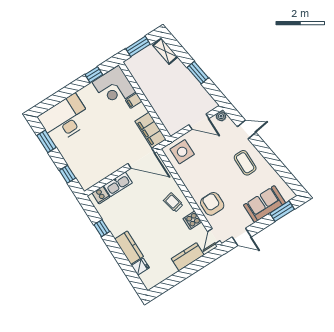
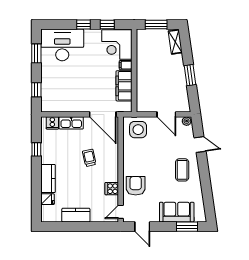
window: (72, 88) -> (83, 25), added
filing cabinet: (151, 130) -> (124, 86), moved
trolley: (173, 202) -> (89, 158), moved
kitchen counter: (188, 257) -> (76, 215), moved

